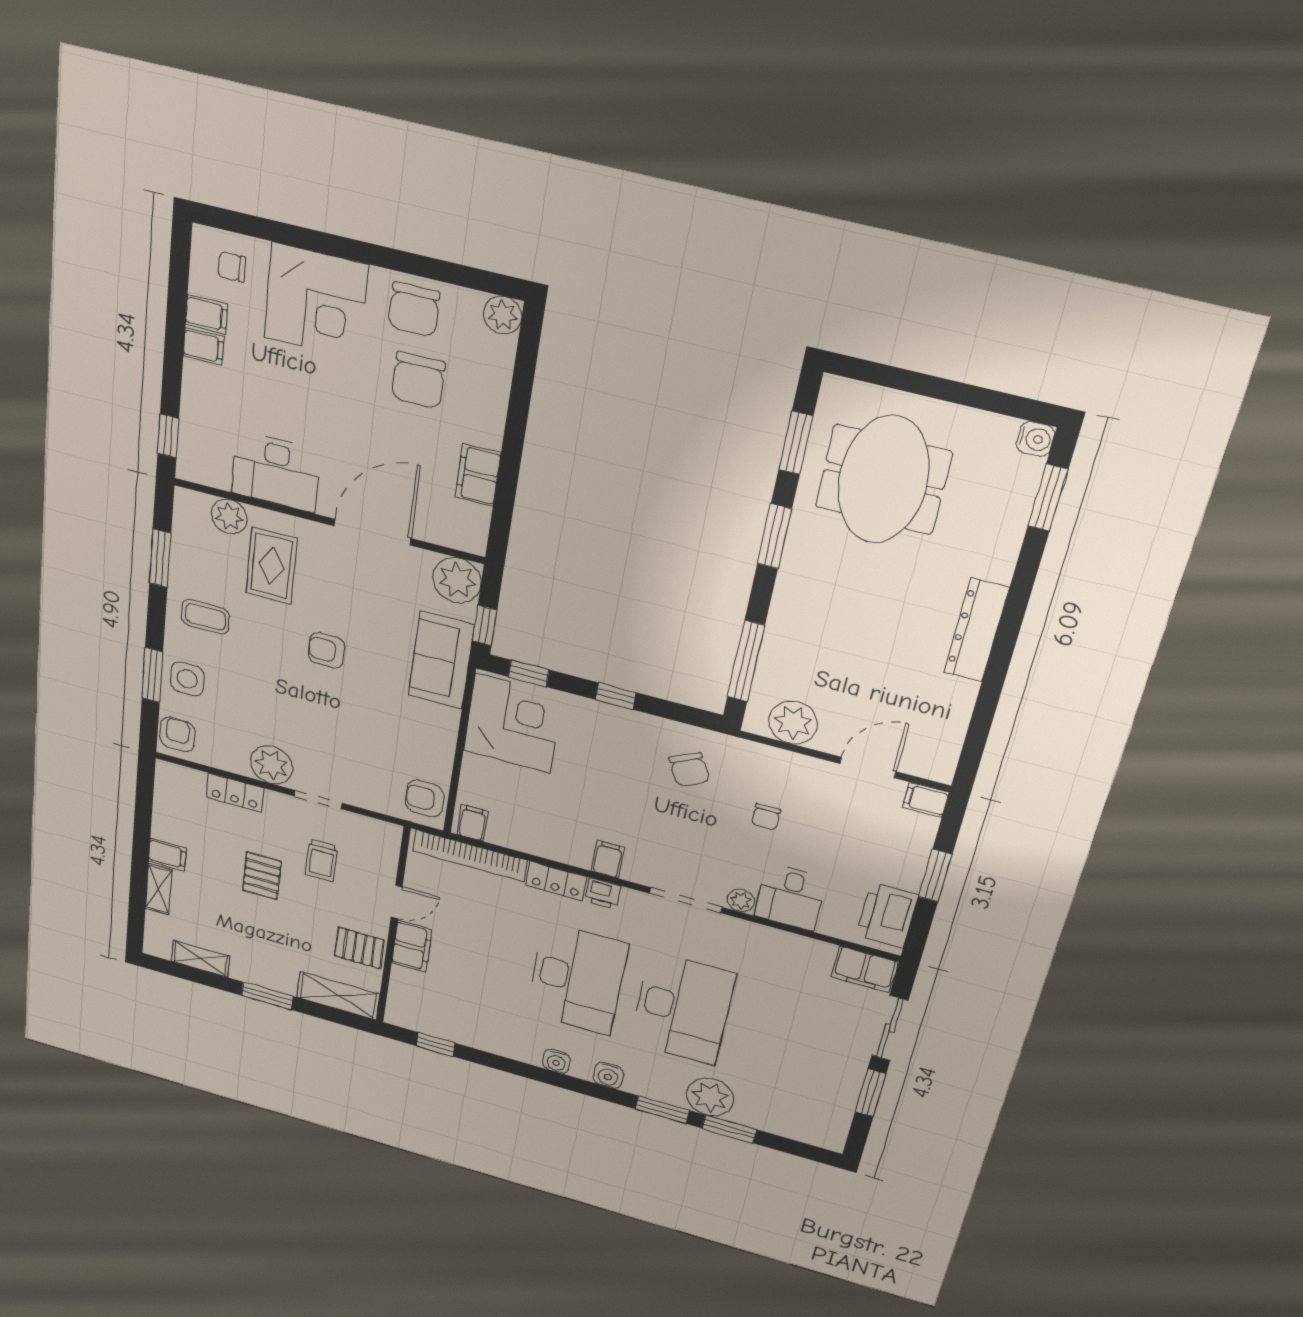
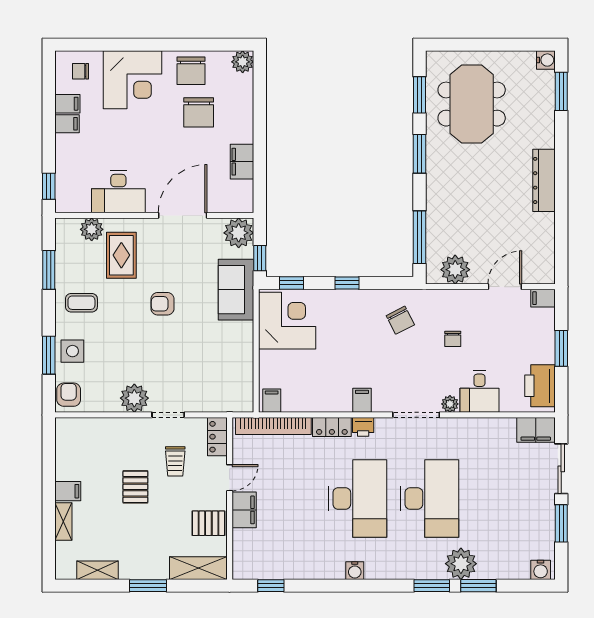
locker: (235, 793) -> (217, 437), moved, turned 90
armchair: (425, 799) -> (238, 392), removed
water cooler: (608, 1075) -> (541, 570), moved

